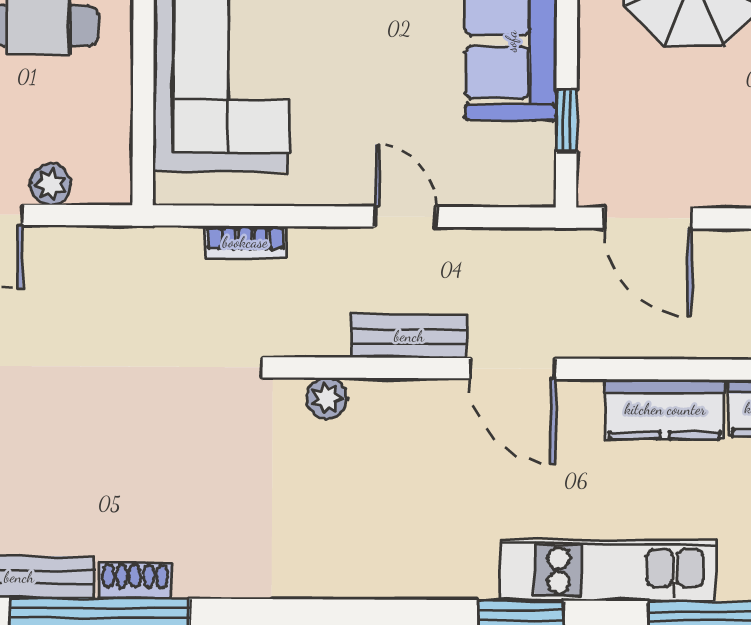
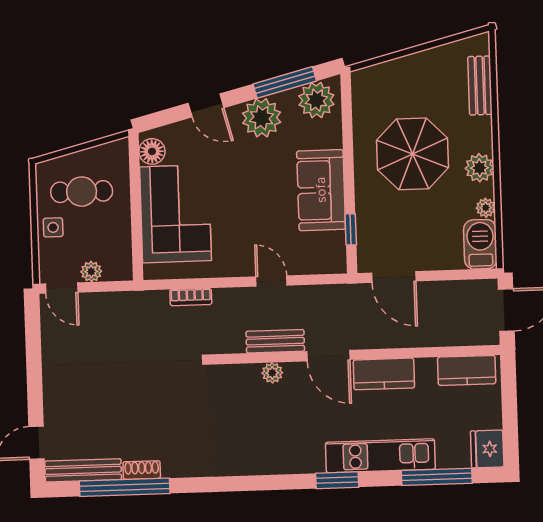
plant: (326, 398) -> (272, 373), moved
kitchen counter: (665, 409) -> (384, 374), moved

